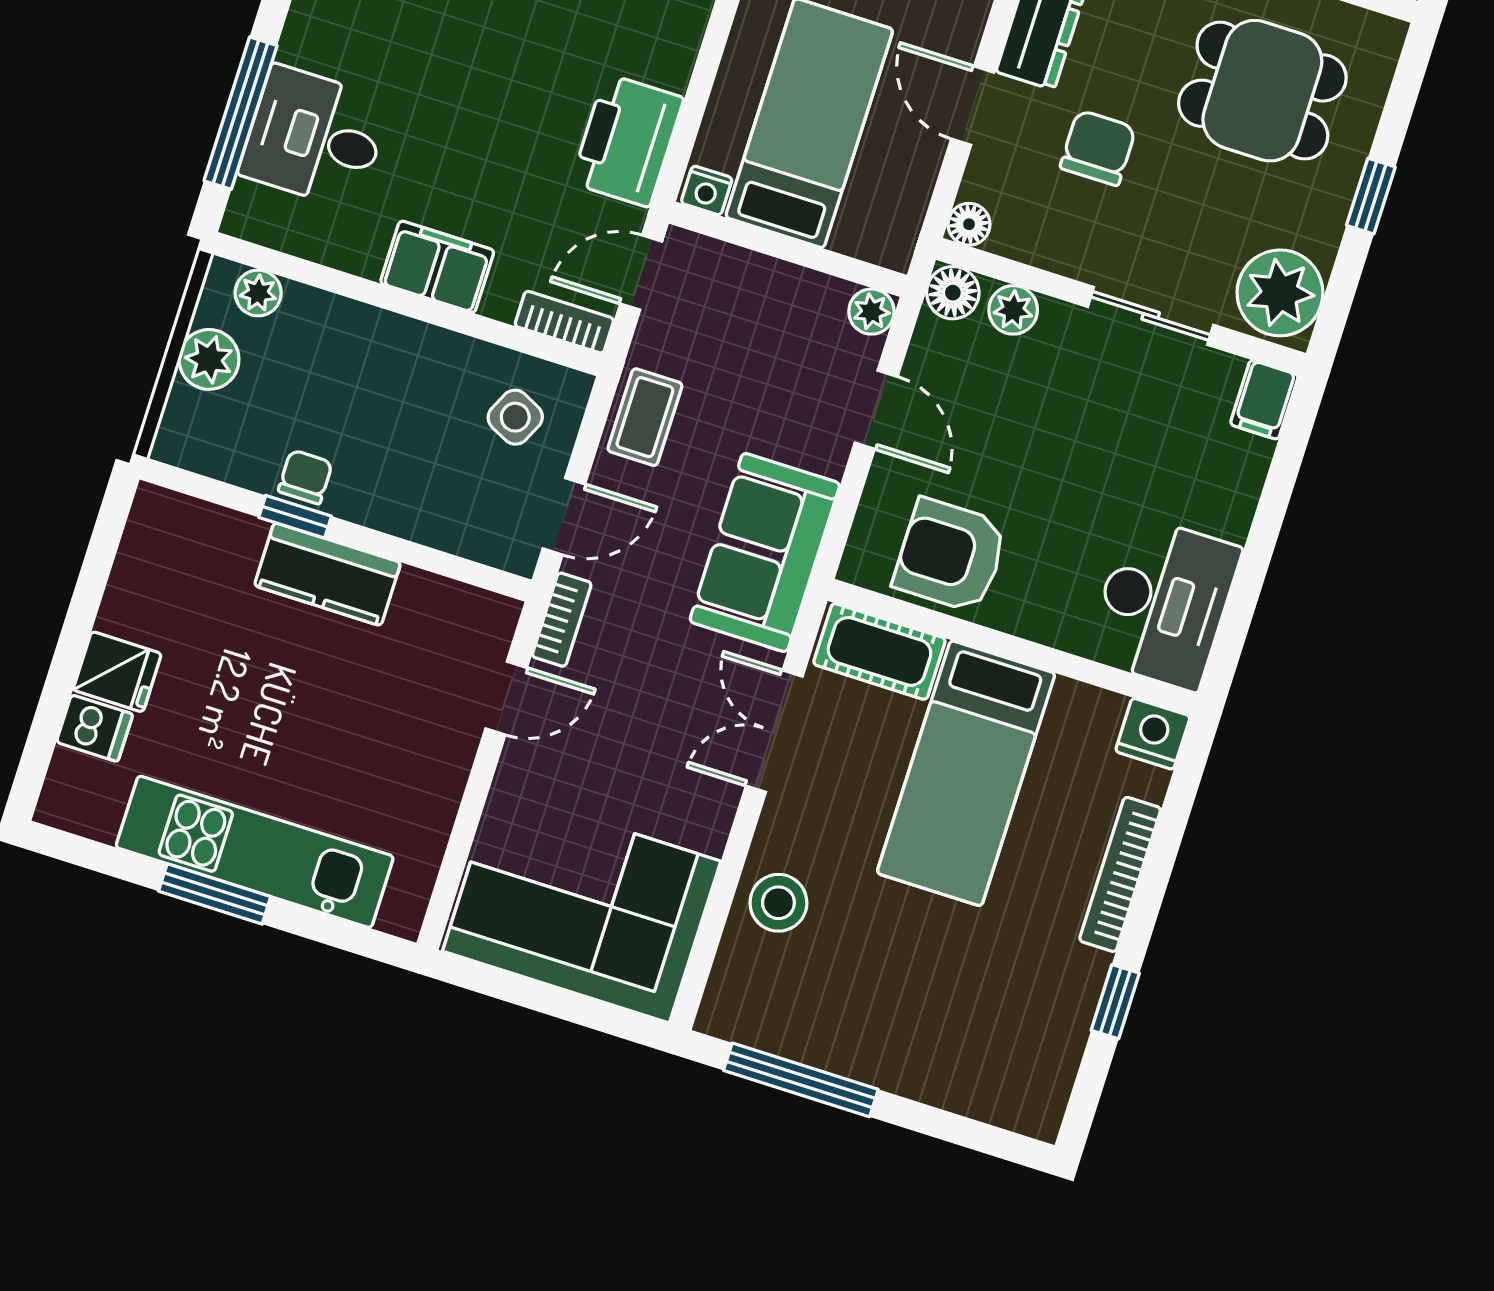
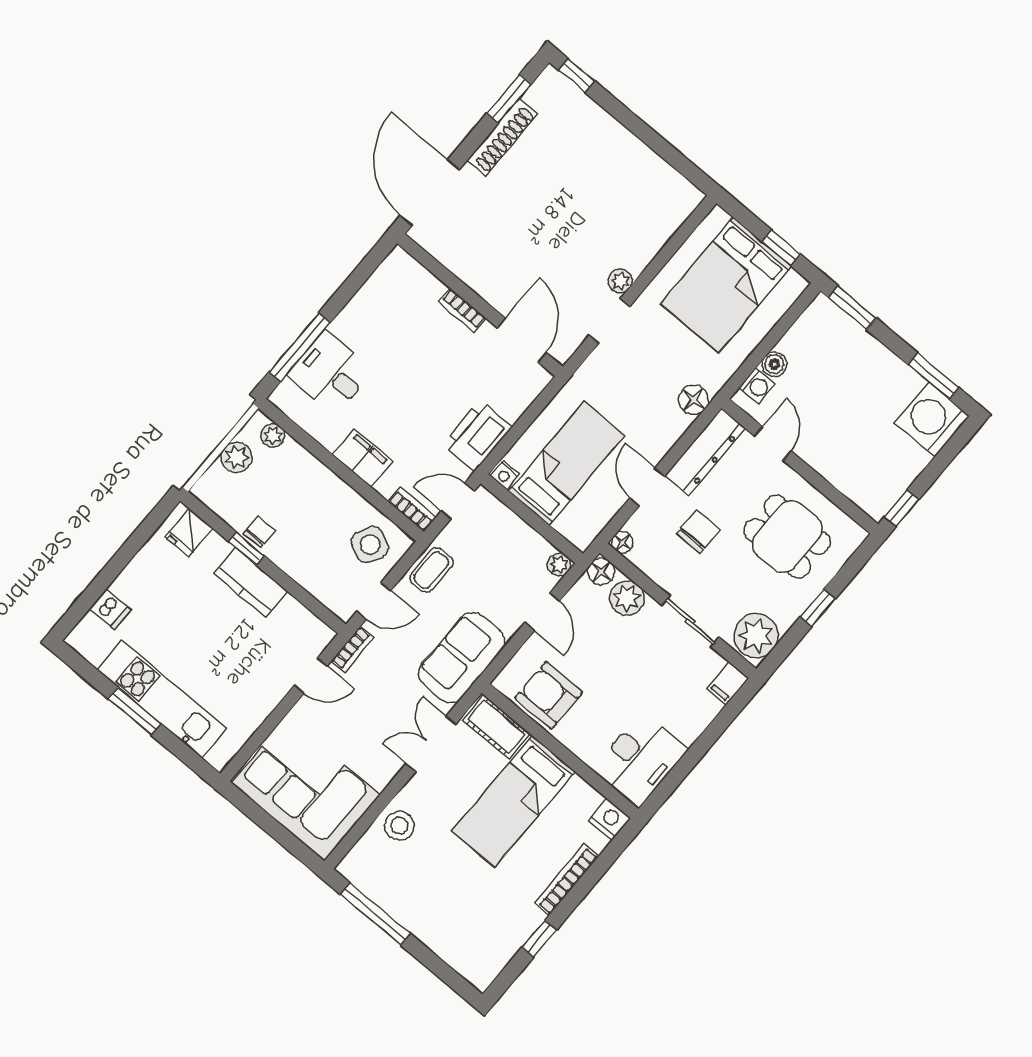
plant: (1013, 310) -> (627, 598), width x1.38, depth x1.38
side table: (515, 417) -> (370, 545), width x1.37, depth x1.37
fridge: (117, 672) -> (189, 533), moved, turned 90

